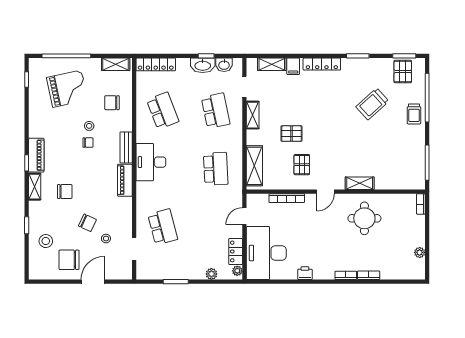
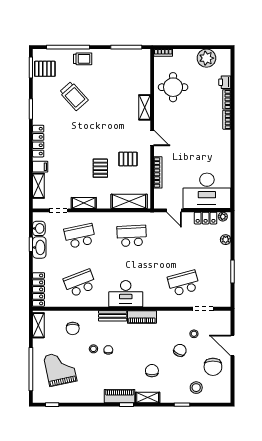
round table: (364, 218) -> (173, 87), moved
plant: (420, 252) -> (206, 58), width x1.87, depth x1.87
printer: (305, 273) -> (225, 82), moved

